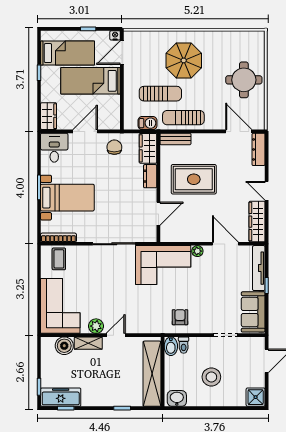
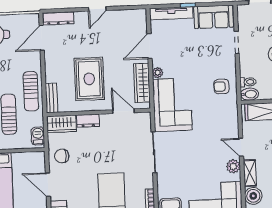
barbecue: (147, 123) -> (38, 136), moved
wardrobe: (257, 222) -> (142, 83), moved, turned 90

